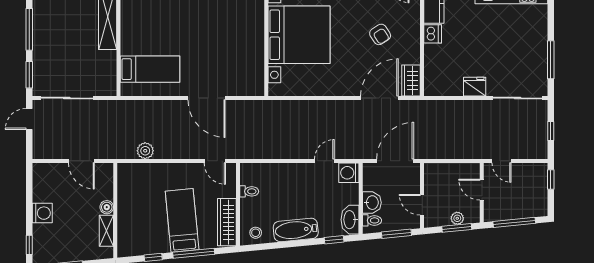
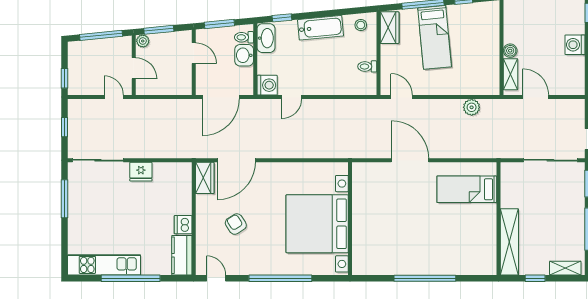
plant: (457, 218) -> (143, 41), moved
wardrobe: (227, 222) -> (390, 28), width x0.67
shelving: (106, 231) -> (511, 74), moved

